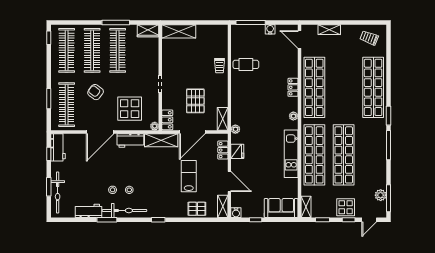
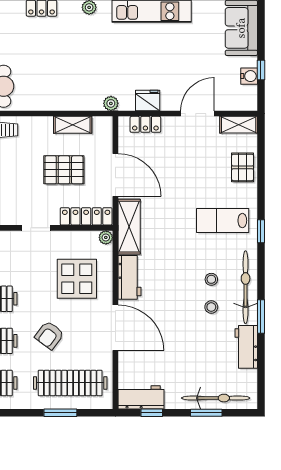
shelving: (223, 119) -> (73, 125), moved
locker: (167, 120) -> (86, 216), width x1.53
lab bench: (189, 176) -> (223, 221), moved
water cooler: (236, 213) -> (249, 76), moved

